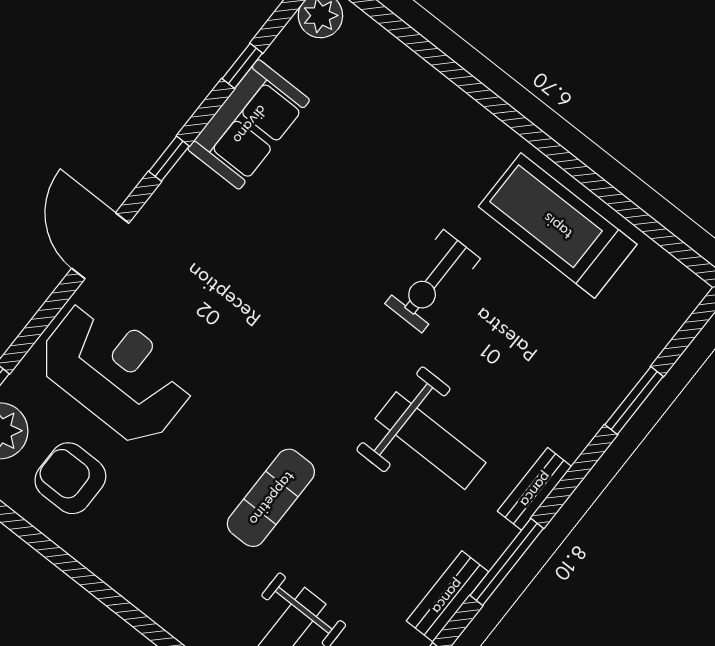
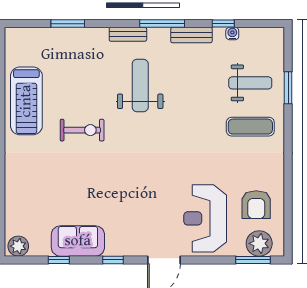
exercise mat: (271, 498) -> (250, 127), moved

